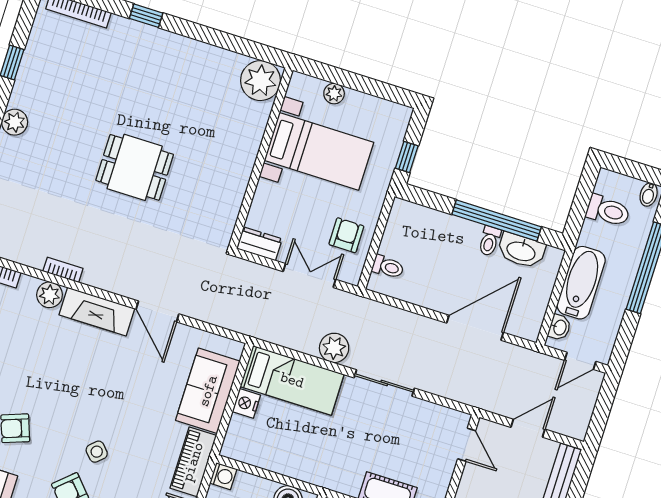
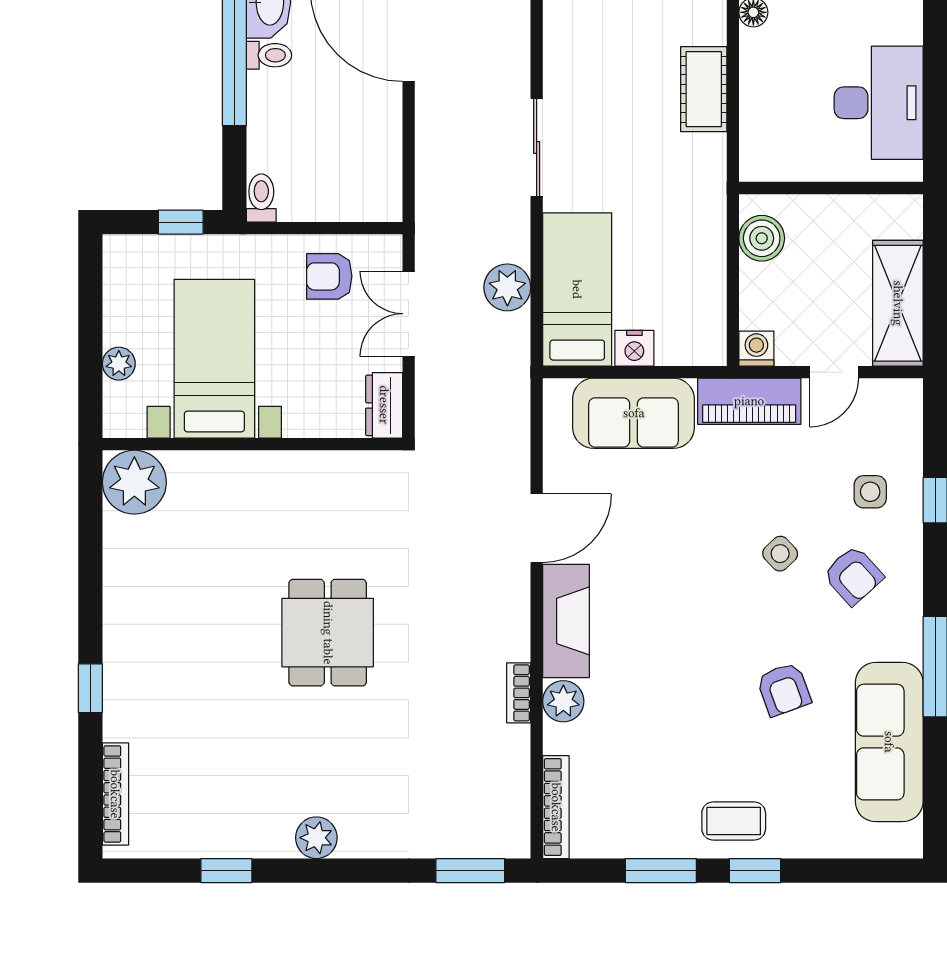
toilet: (388, 267) -> (261, 198), moved
plant: (334, 348) -> (507, 287), moved

